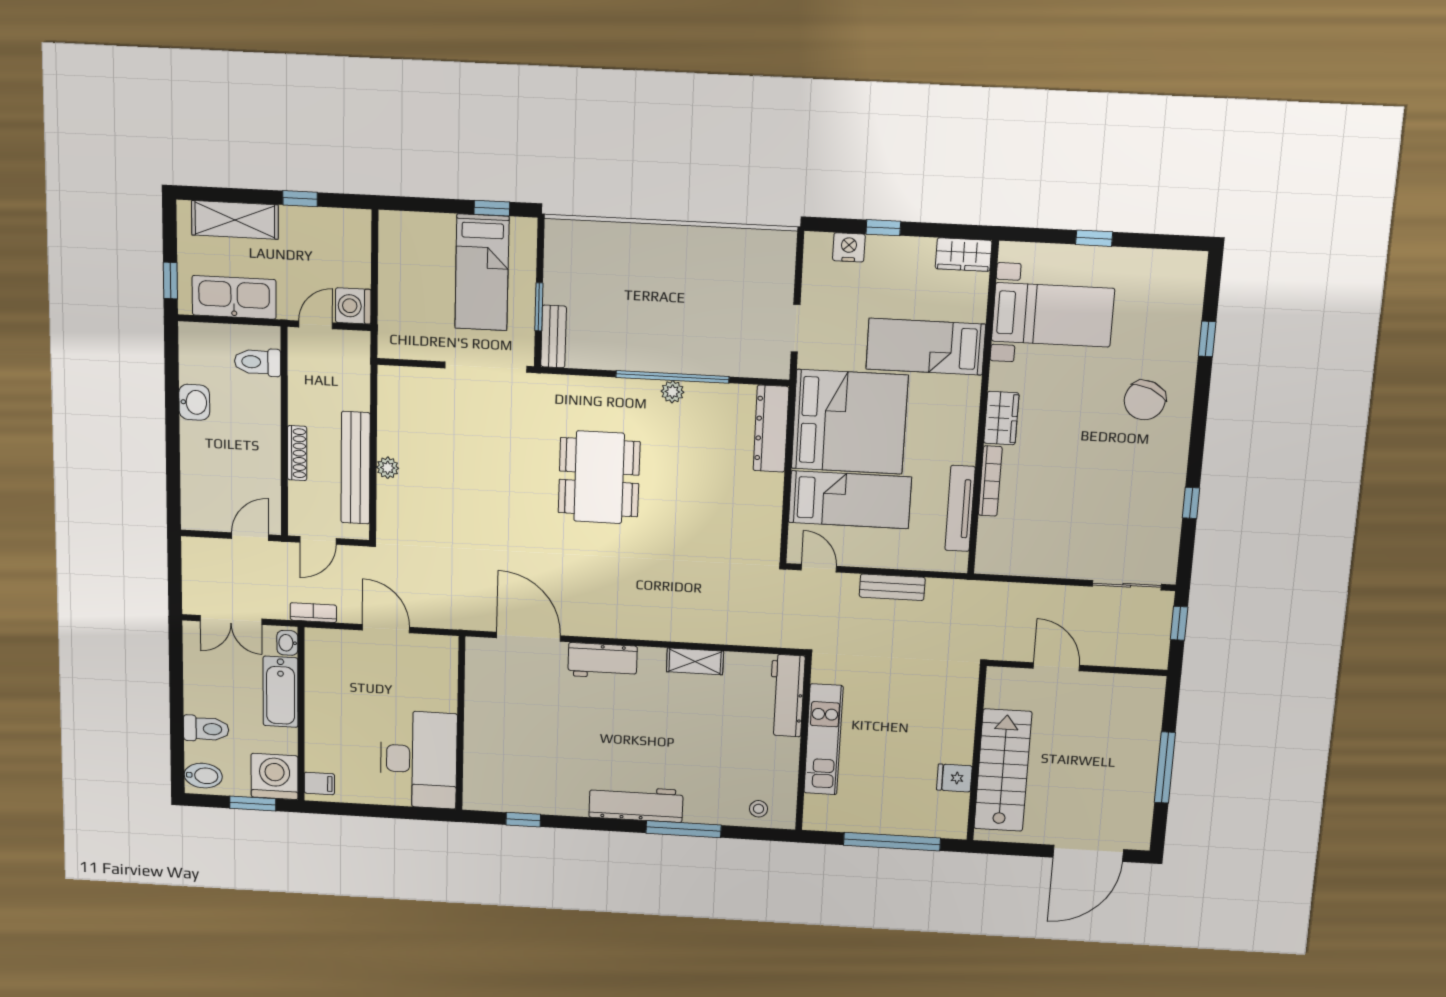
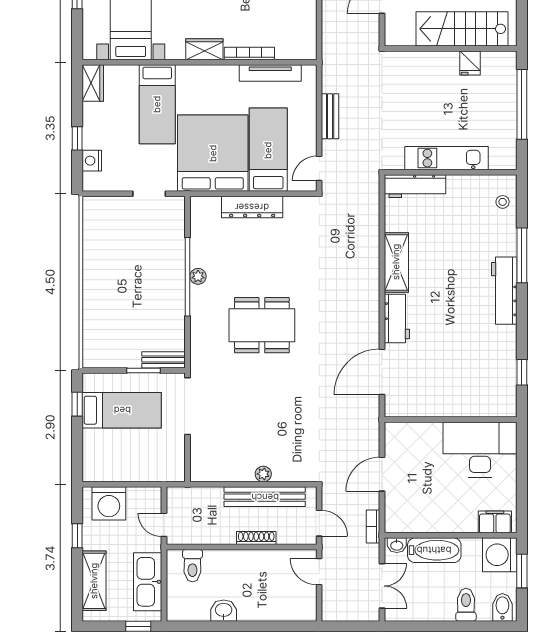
washing machine: (353, 306) -> (109, 503), moved, width x1.37, depth x1.37
dresser: (771, 429) -> (252, 207), moved
shelving: (695, 661) -> (396, 262), width x1.50, depth x1.33
filing cabinet: (319, 783) -> (495, 522), width x2.00

